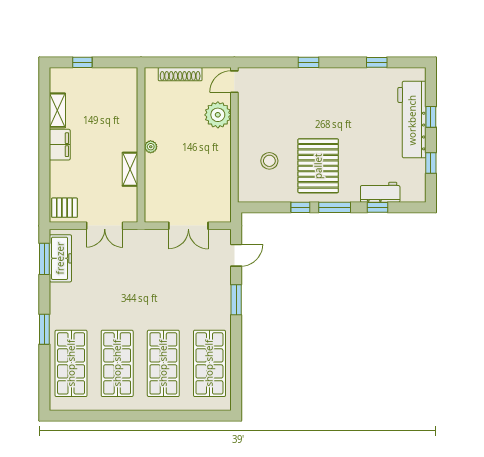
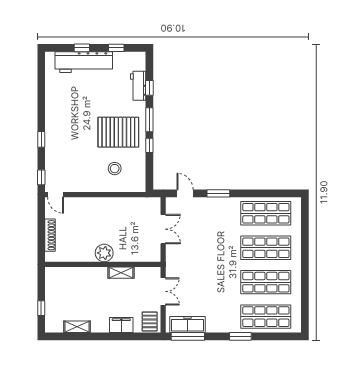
window: (377, 62) -> (41, 177), moved
plant: (218, 115) -> (80, 207), removed
filing cabinet: (60, 145) -> (121, 325), moved
plant: (151, 147) -> (104, 253), width x1.87, depth x1.87
window: (44, 259) -> (188, 336), width x1.44

